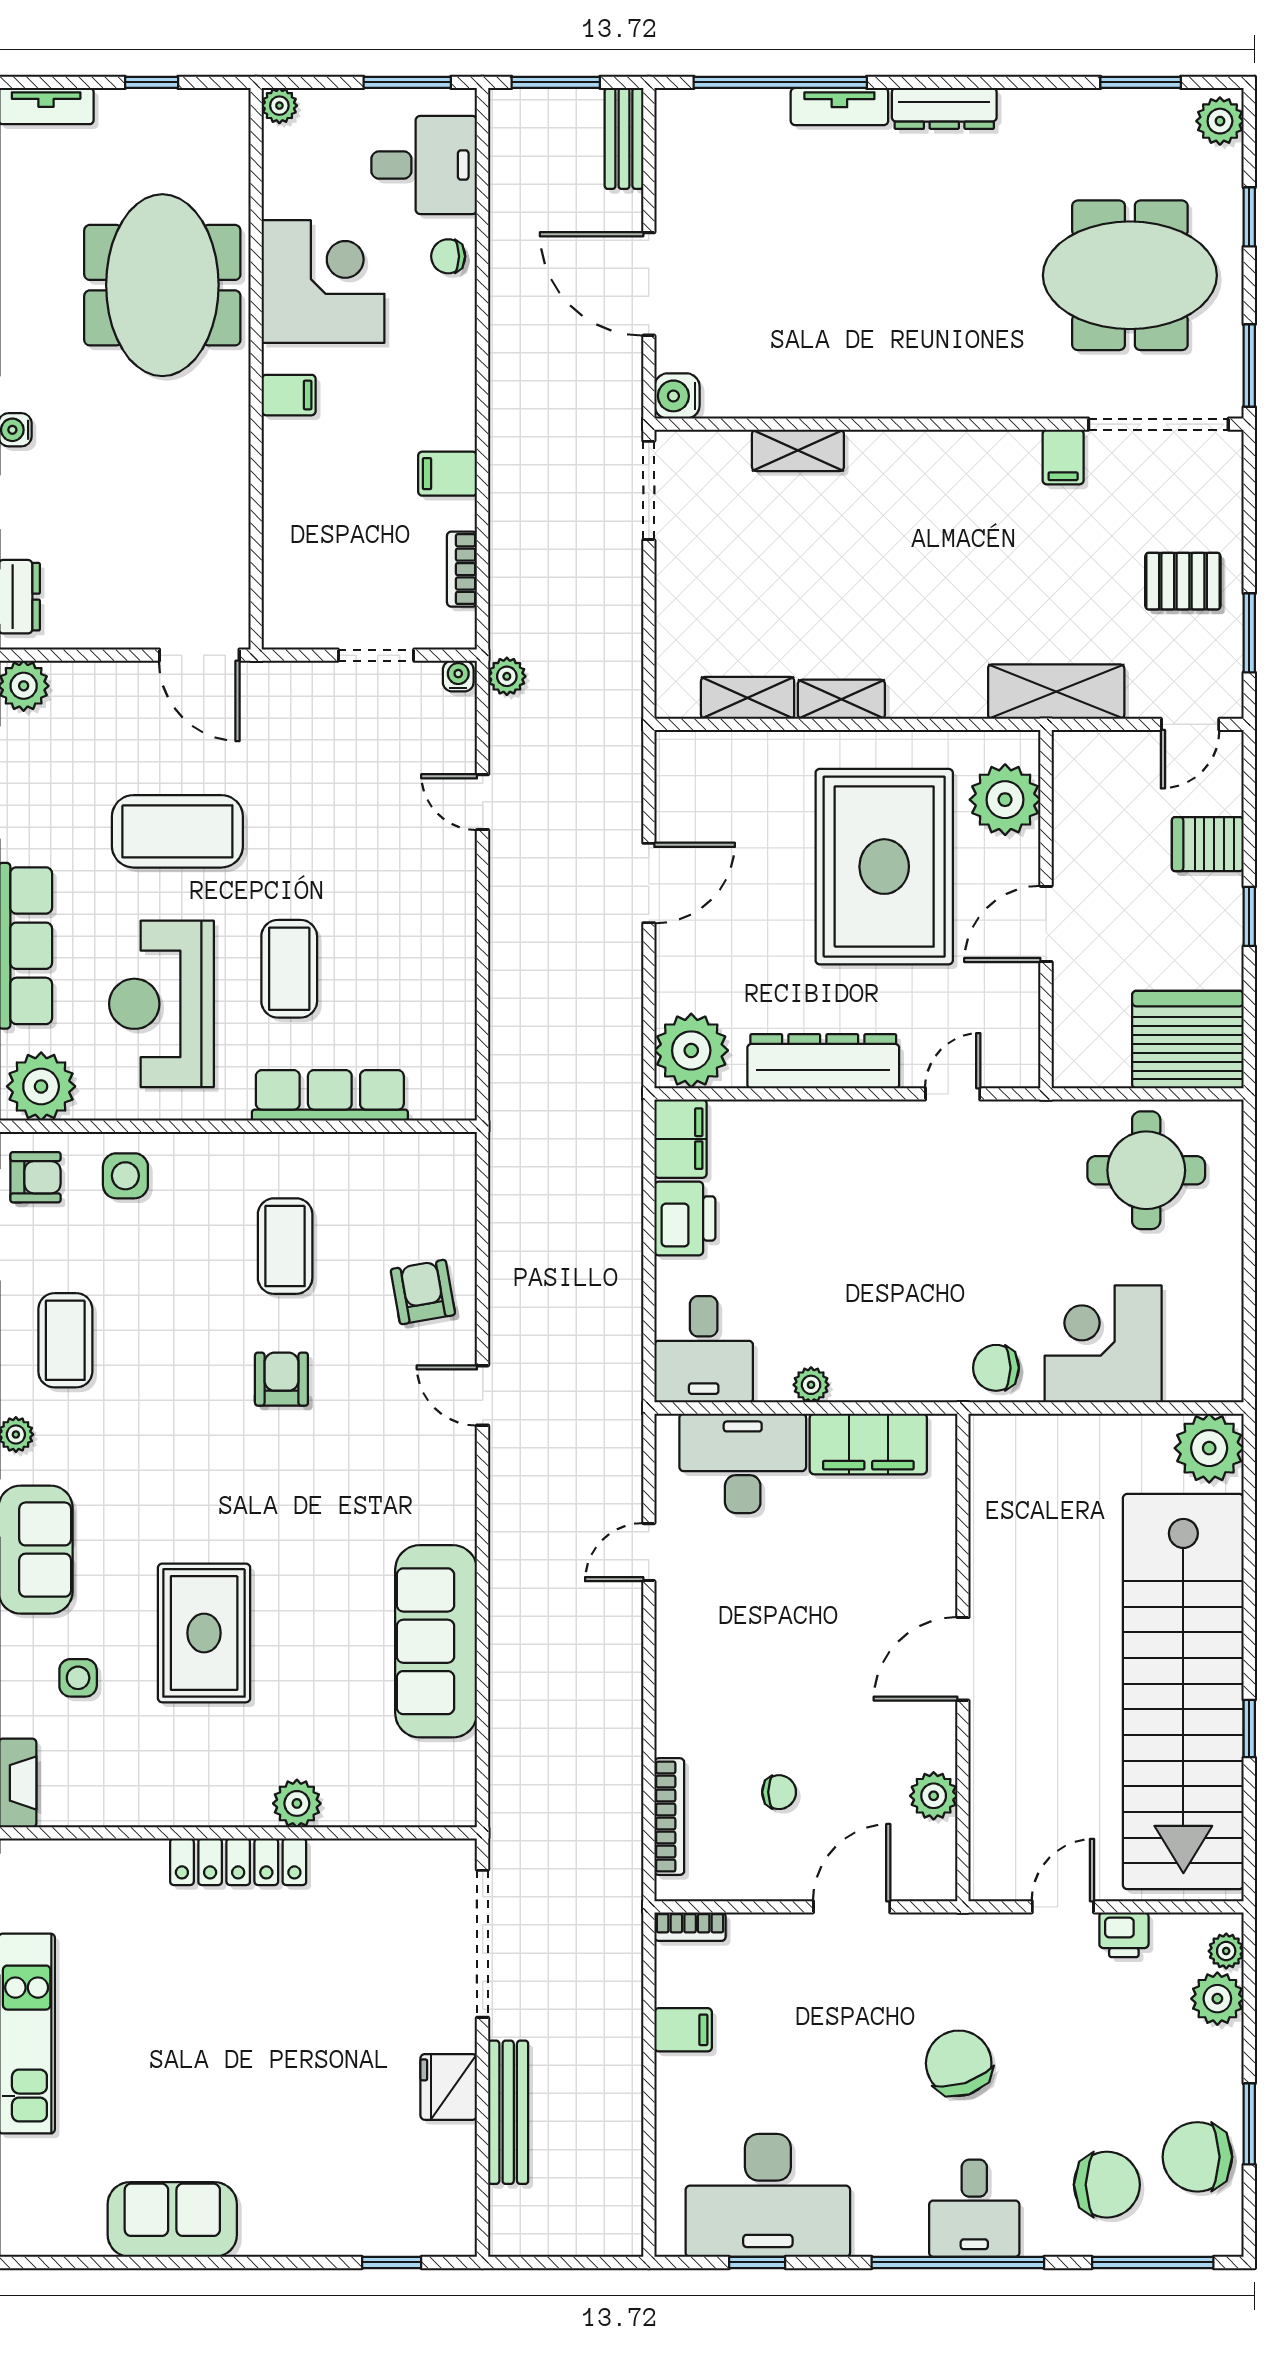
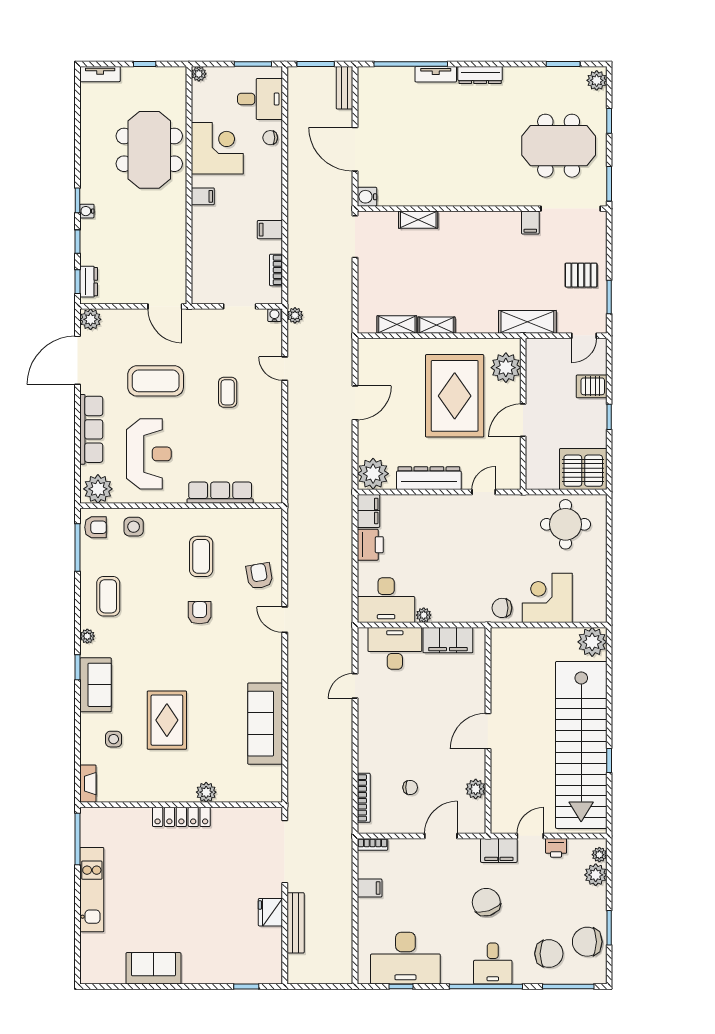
coffee table: (289, 969) -> (228, 392), moved, width x0.73, depth x0.77
reception desk: (162, 1004) -> (149, 454), turned 180
desk: (704, 1349) -> (386, 600), width x1.37
filing cabinet: (989, 1941) -> (499, 850), added

